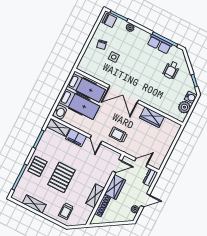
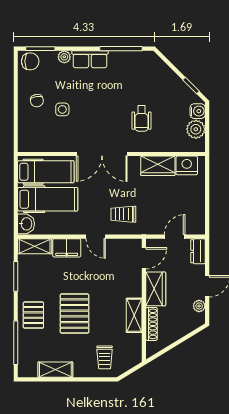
row of seats: (160, 44) -> (90, 59), moved
wheelchair: (171, 70) -> (142, 119), moved
nightstand: (169, 125) -> (187, 165), added

